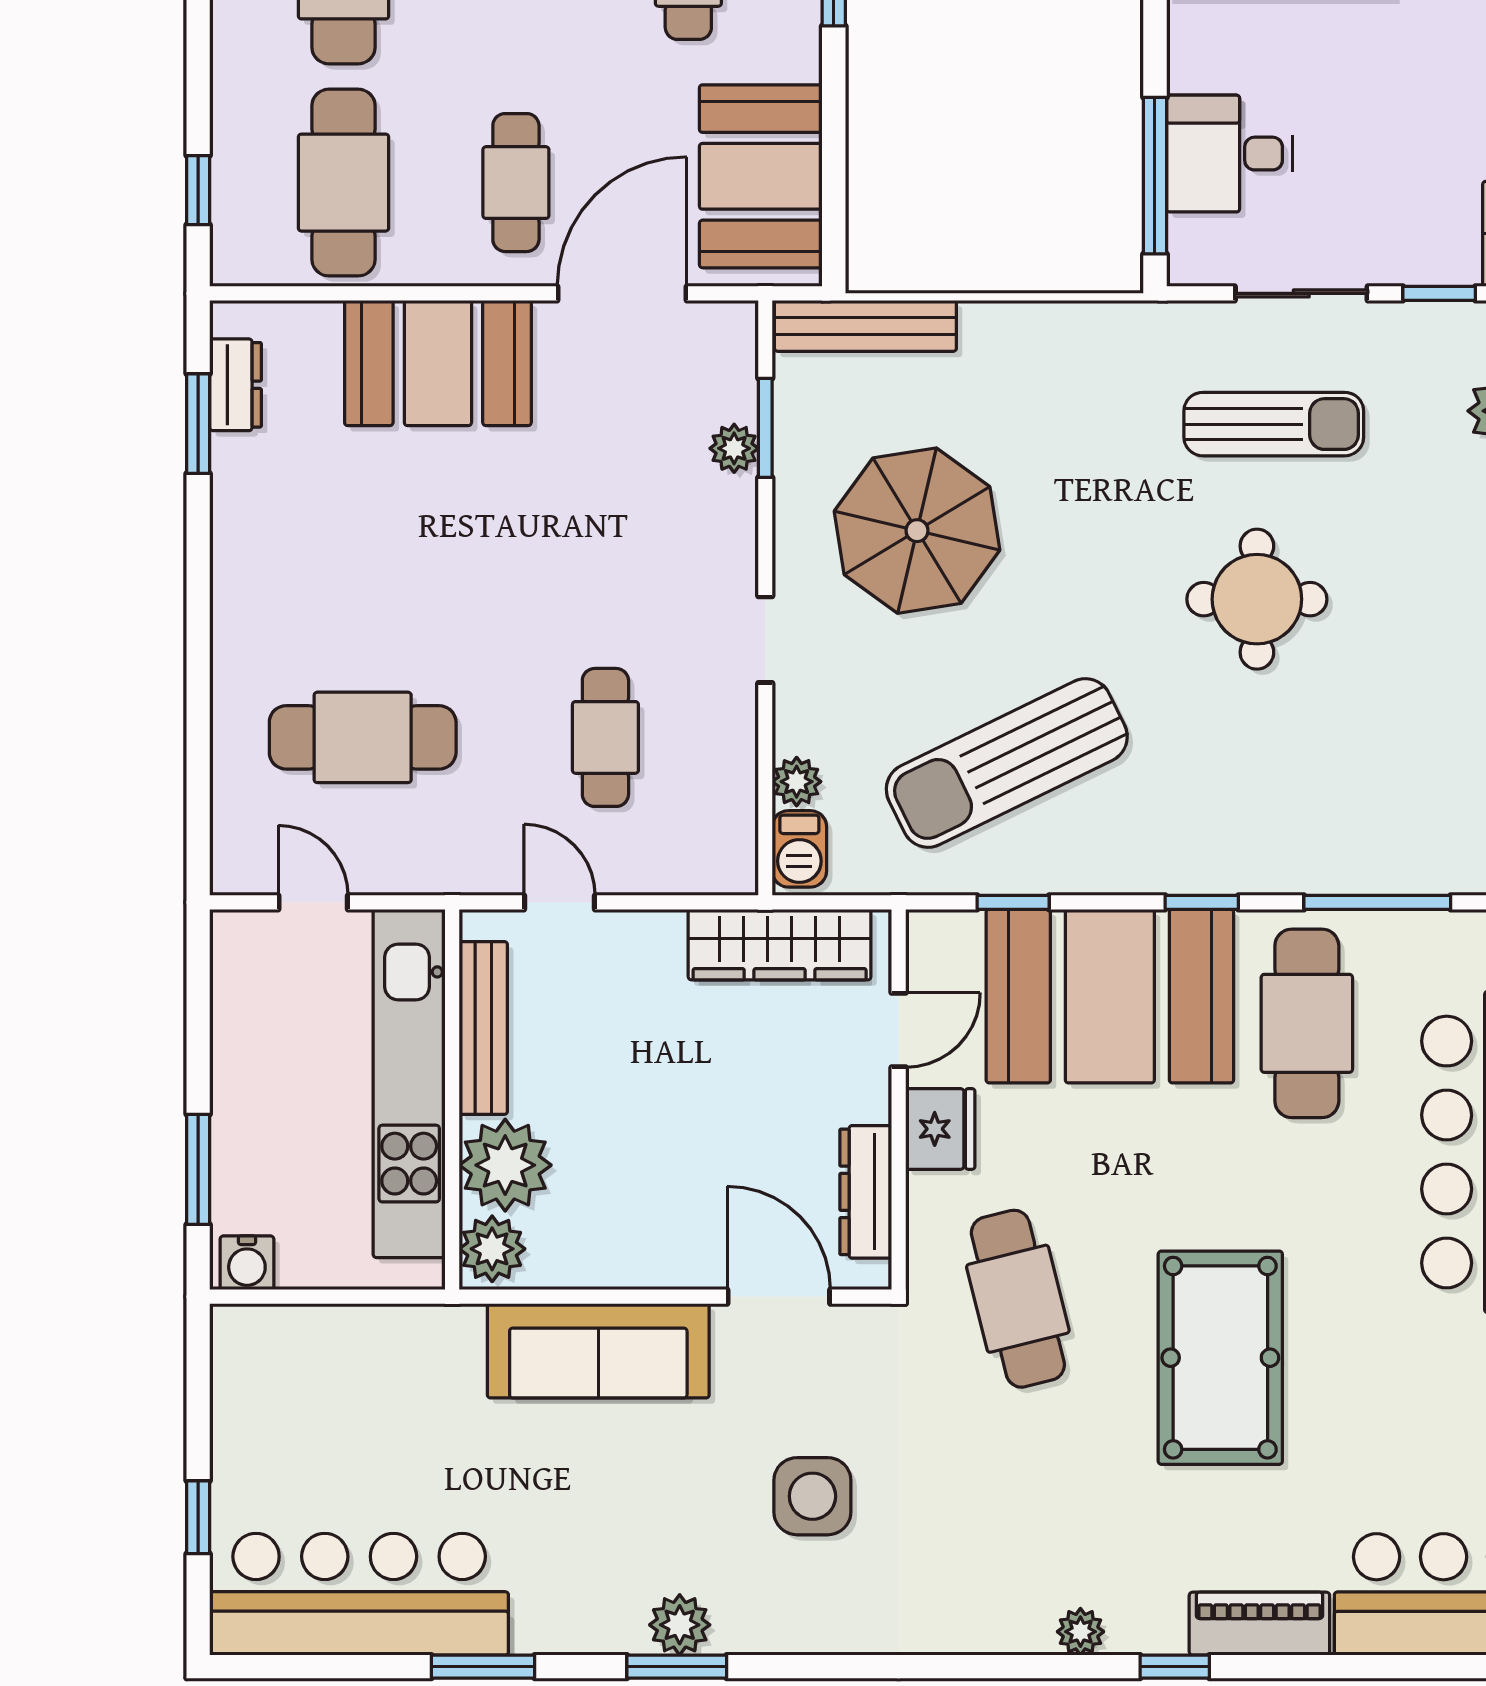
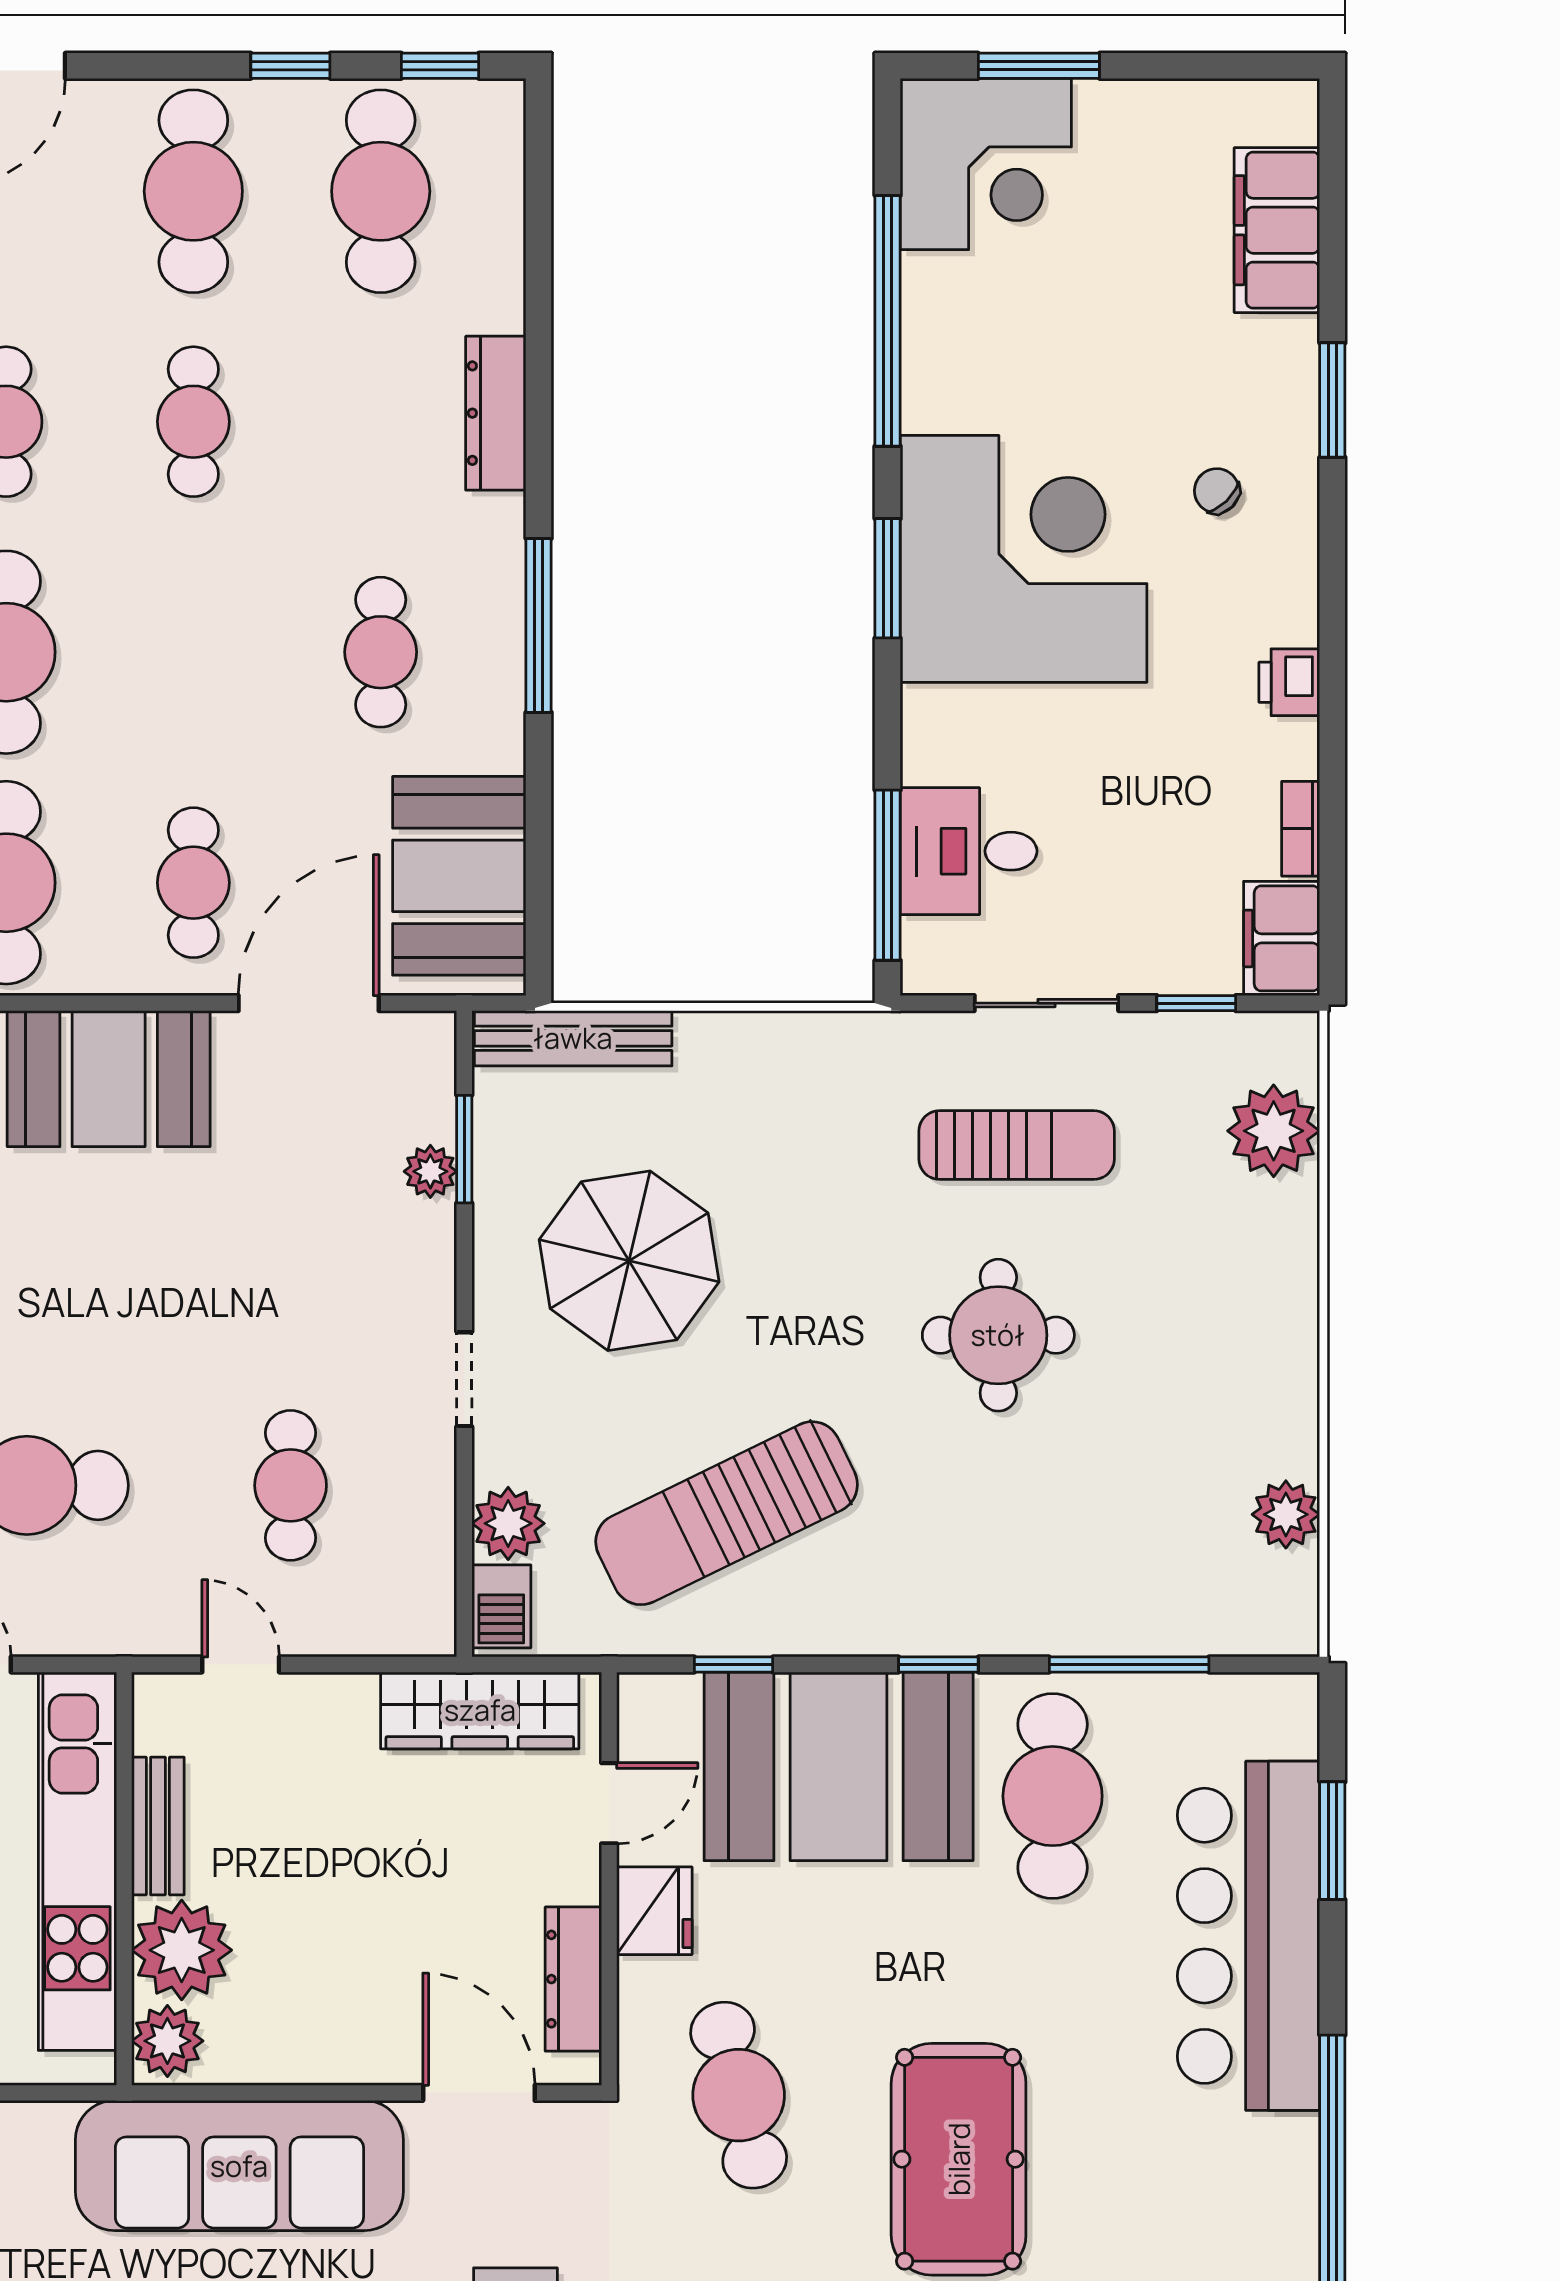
plant: (797, 782) -> (508, 1523), width x1.38, depth x1.38
bench: (483, 1028) -> (158, 1826), width x0.73
sofa: (598, 1351) -> (239, 2166), width x1.36, depth x1.27

